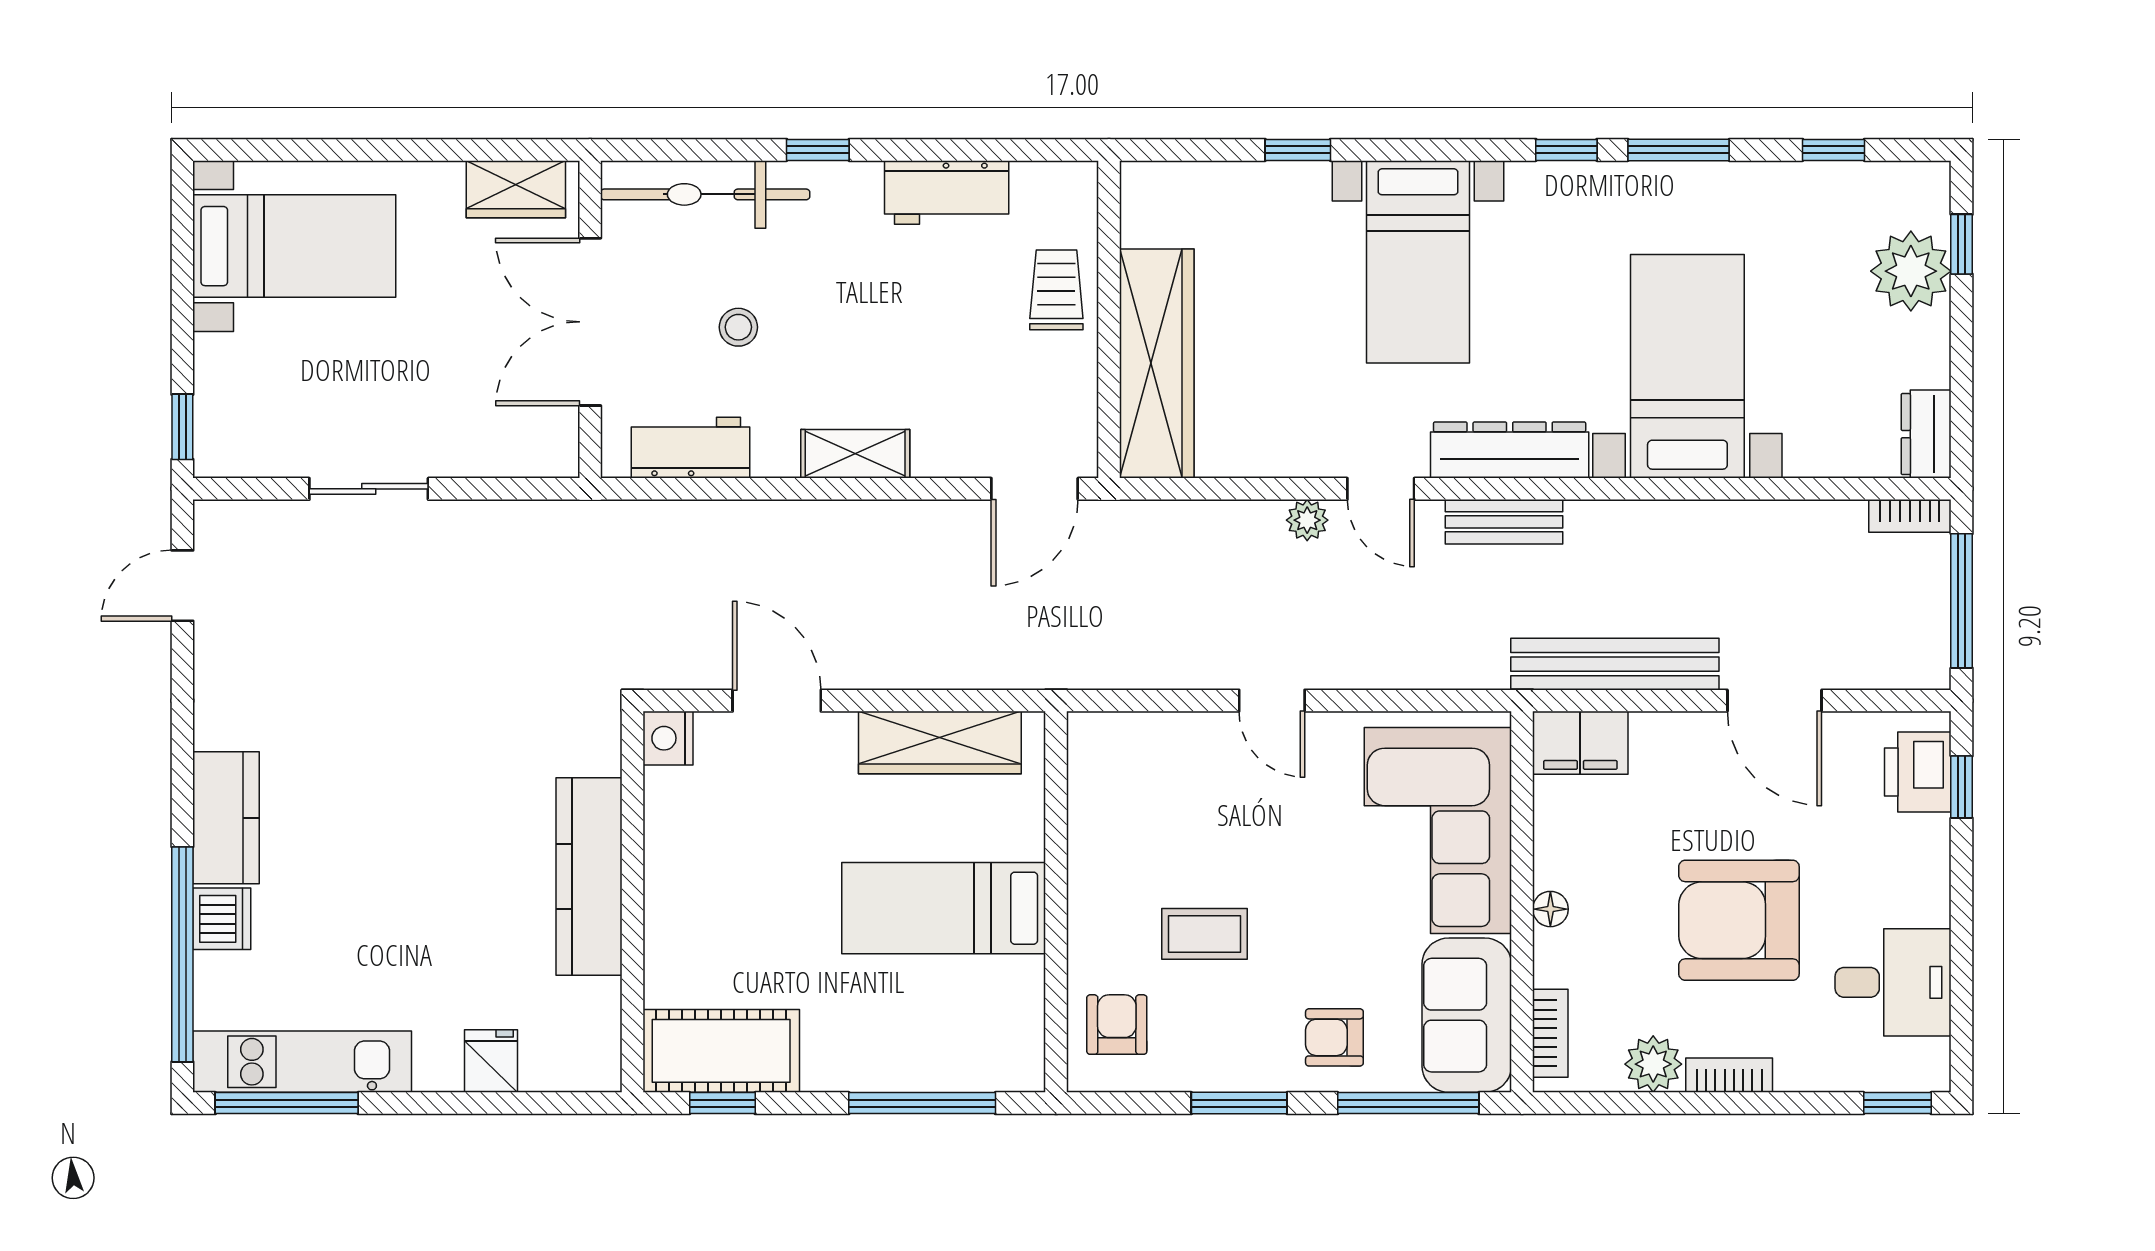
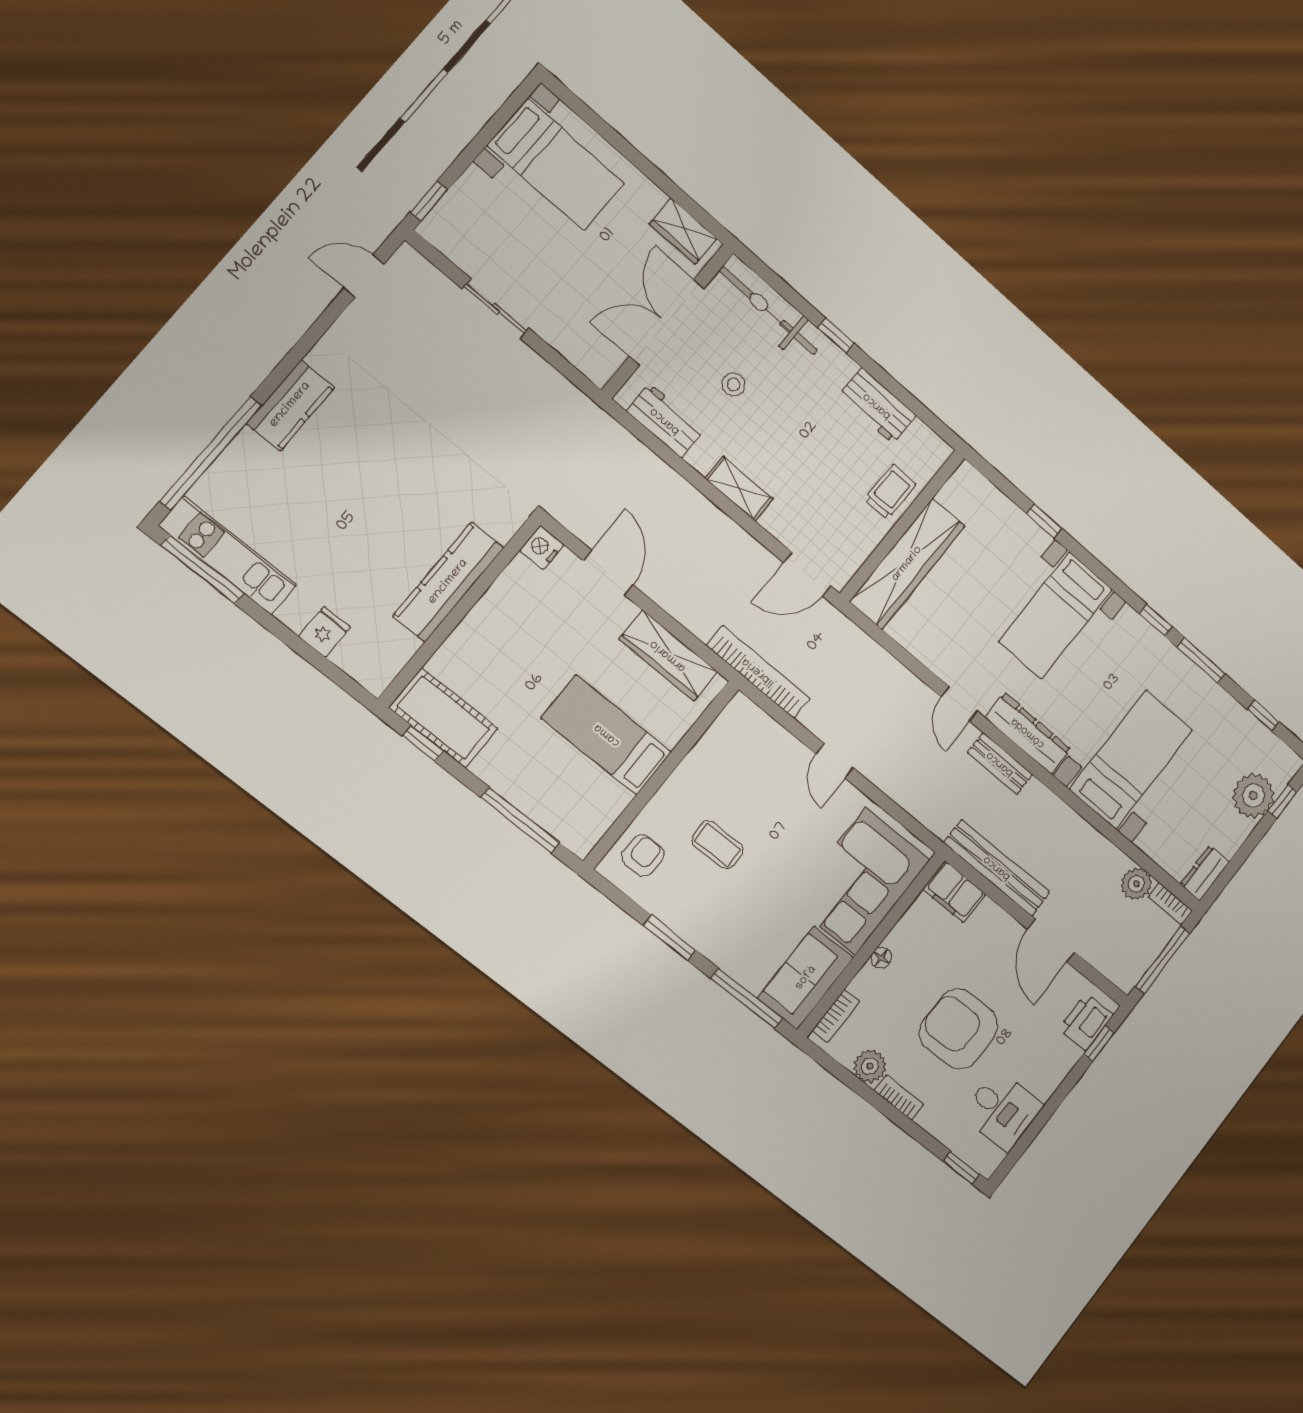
plant: (1307, 520) -> (1136, 884), moved, width x1.38, depth x1.38
bookcase: (1074, 668) -> (758, 672), added
dishwasher: (222, 919) -> (246, 453), removed
armchair: (1334, 1037) -> (738, 941), removed

